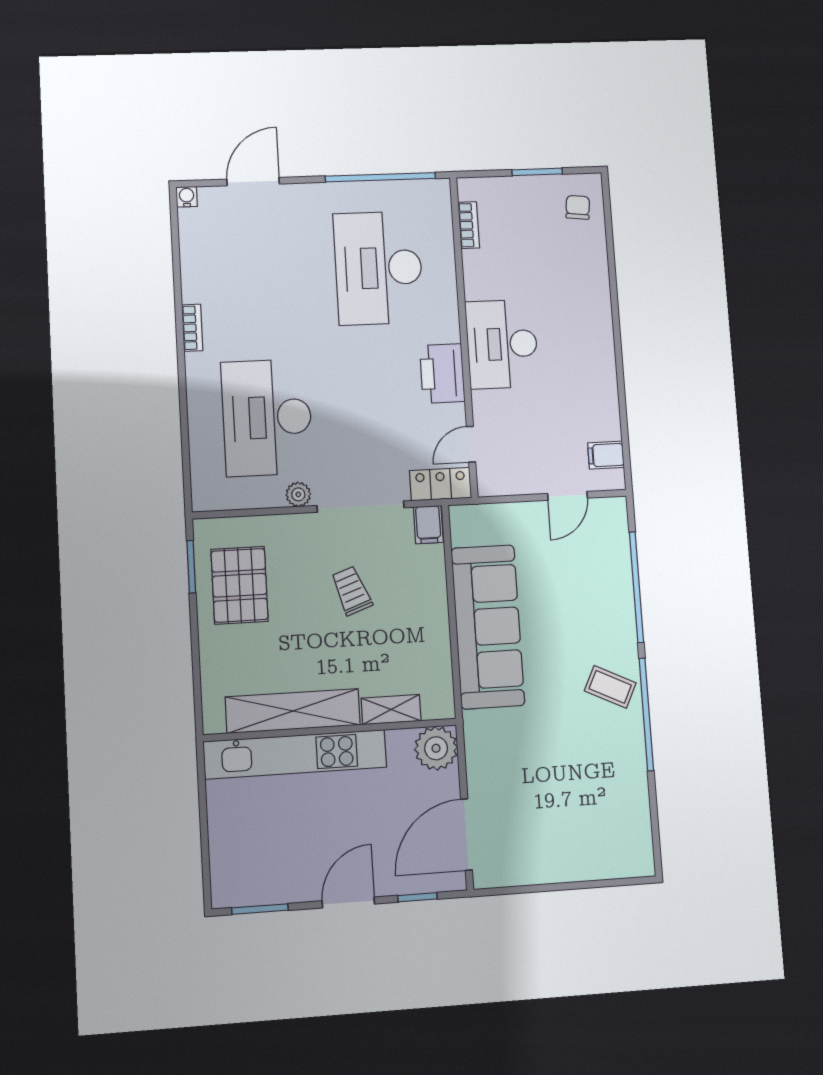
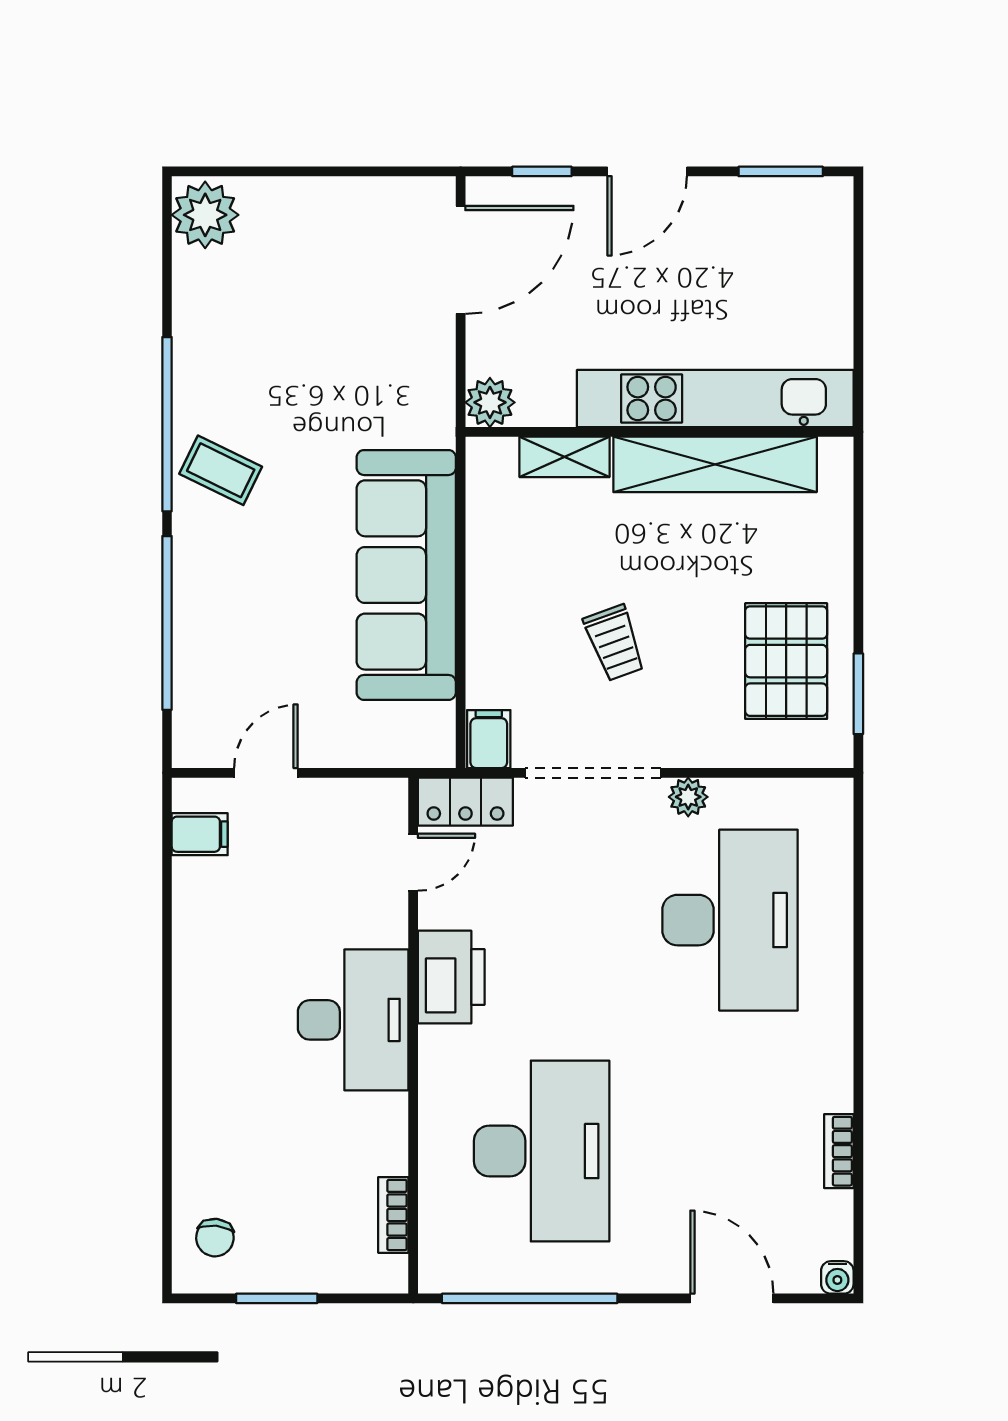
door: (253, 182) -> (732, 1298), swing flipped
bookcase: (192, 328) -> (839, 1151), moved
plant: (436, 748) -> (490, 402), width x0.73, depth x0.73
plant: (633, 852) -> (205, 215), added

